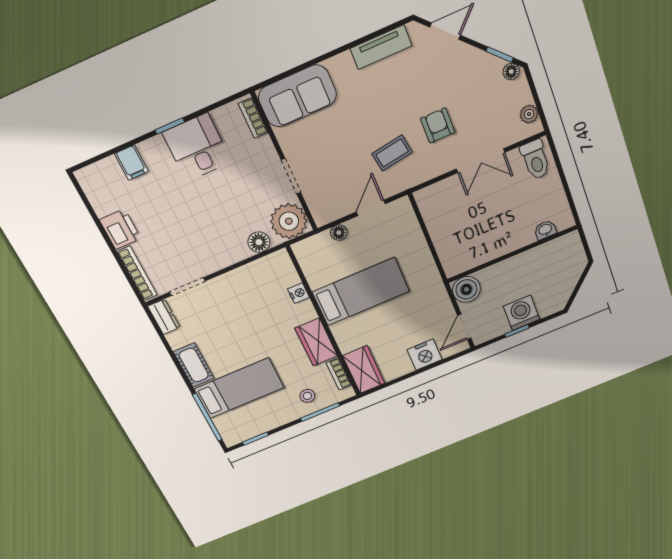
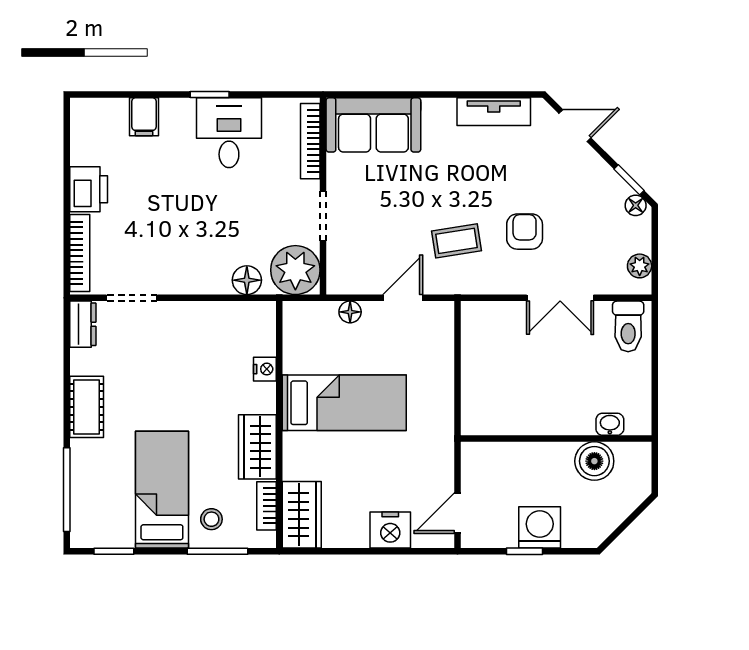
bookcase: (253, 118) -> (310, 141), width x1.56
boiler: (466, 289) -> (594, 461), moved
bed: (239, 388) -> (162, 490), moved, turned -90

